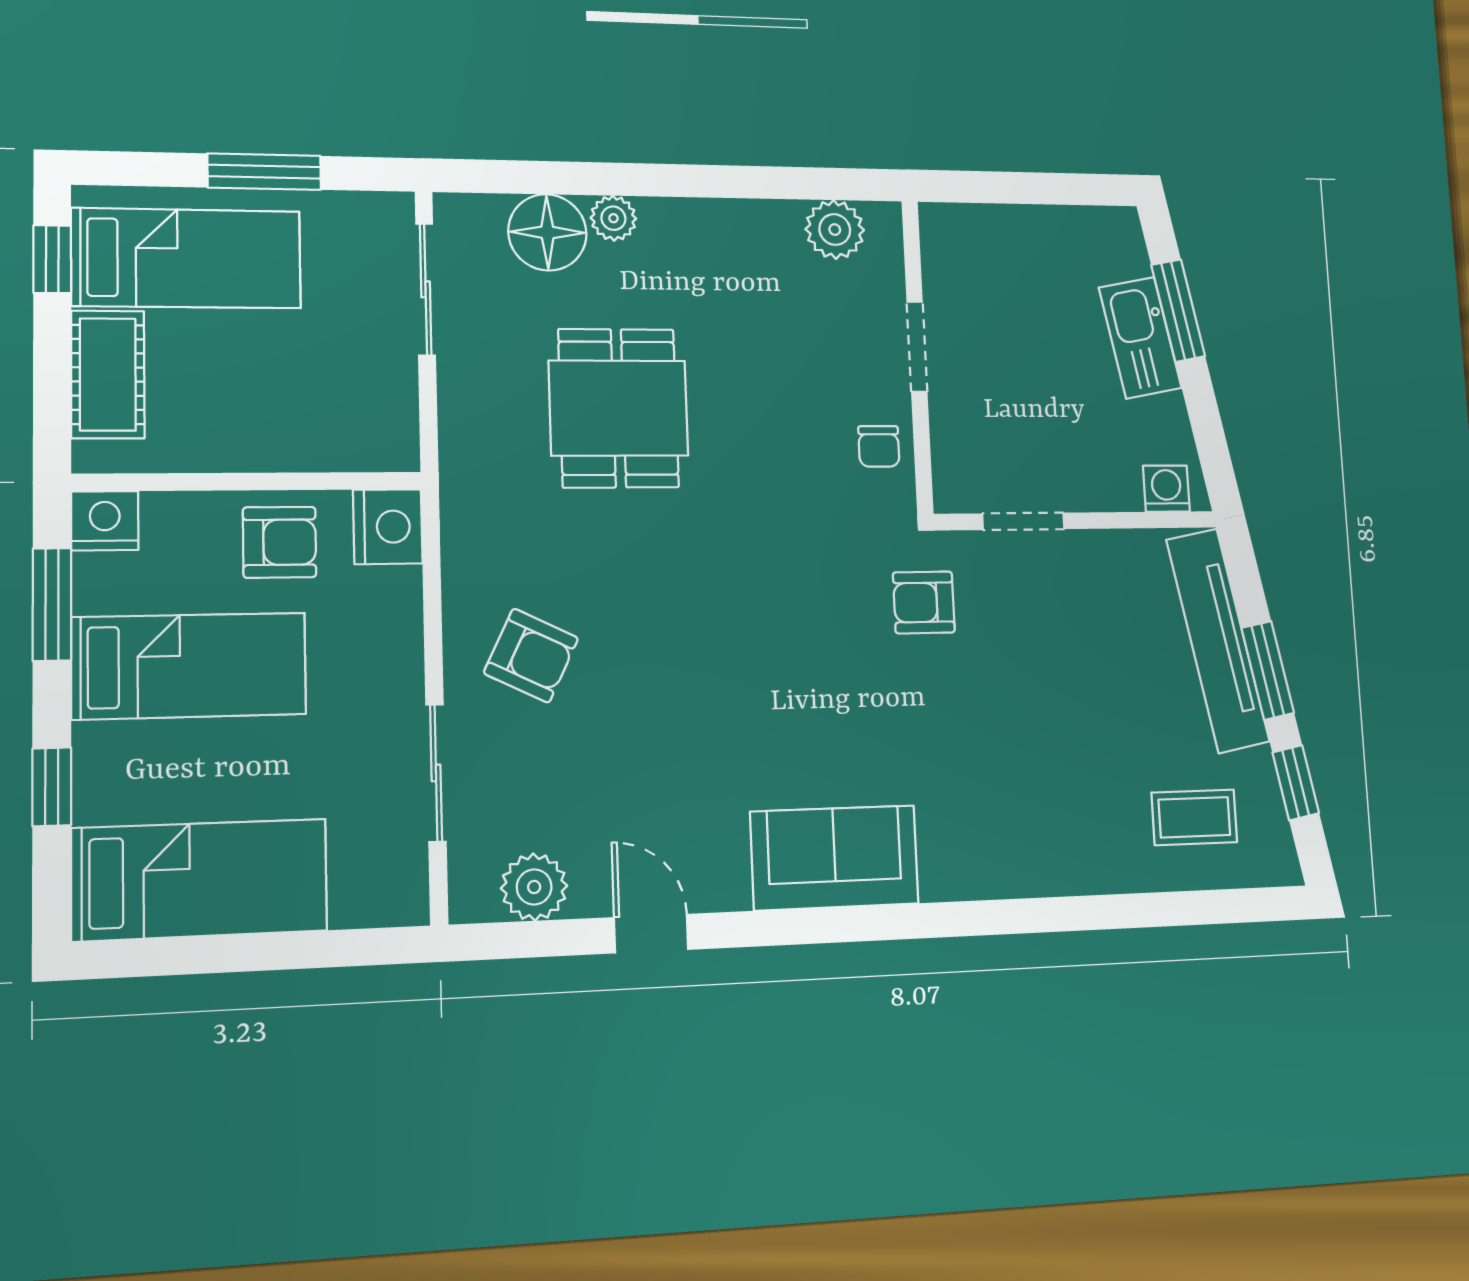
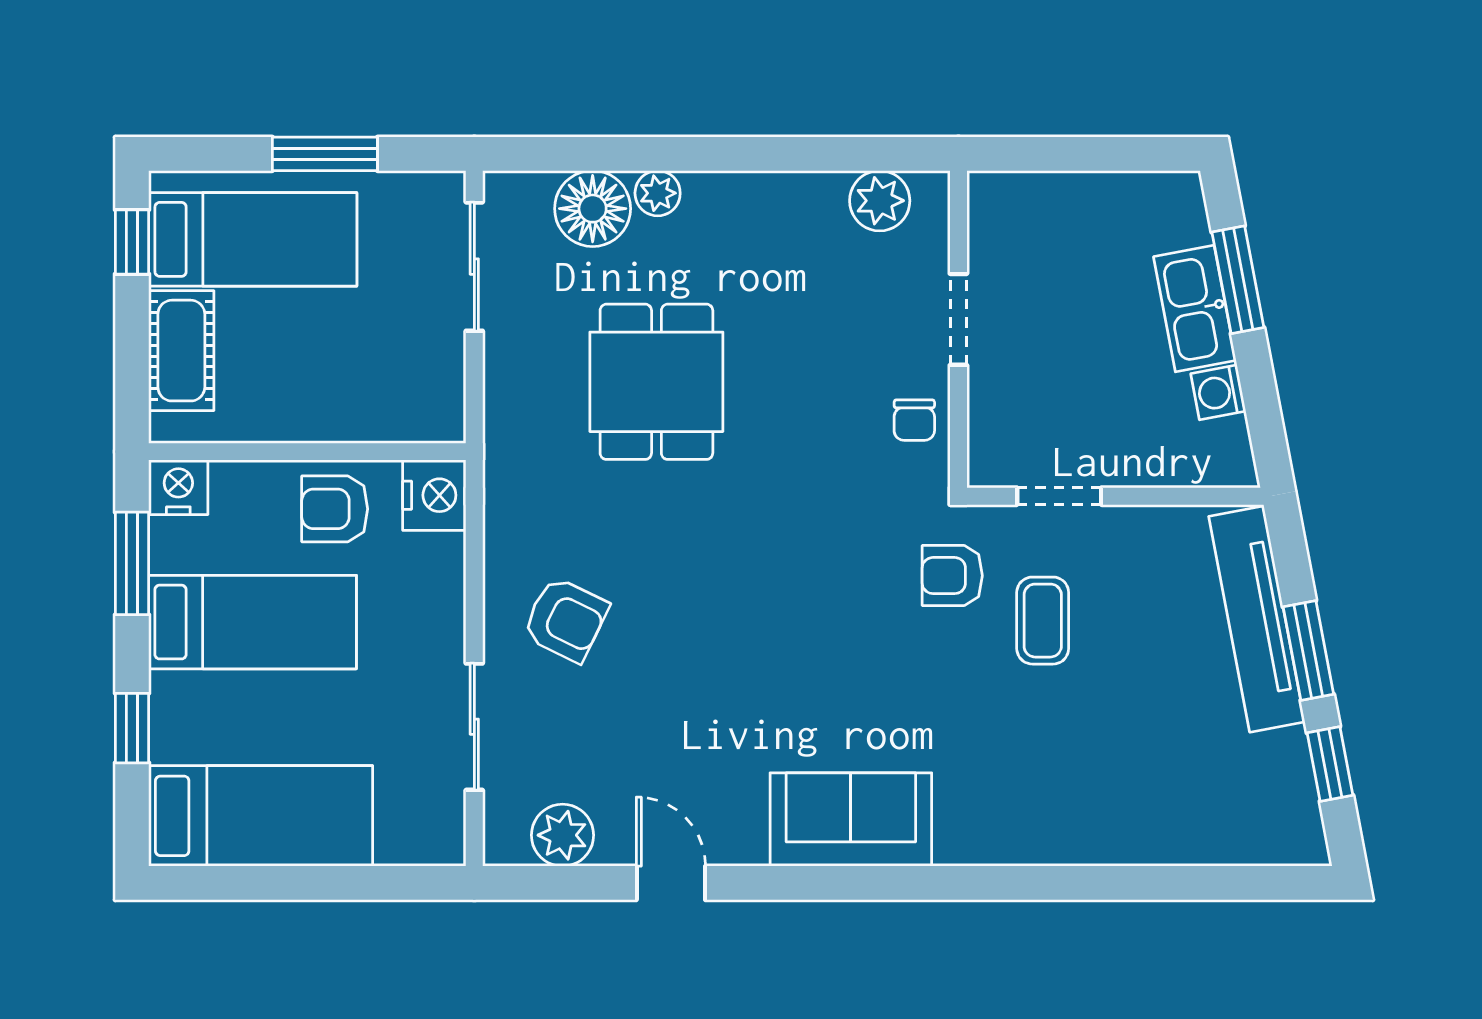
washing machine: (1166, 489) -> (1218, 392), moved, turned -101
armchair: (280, 542) -> (335, 509), turned 180
coffee table: (1194, 817) -> (1043, 621), moved, turned 90

